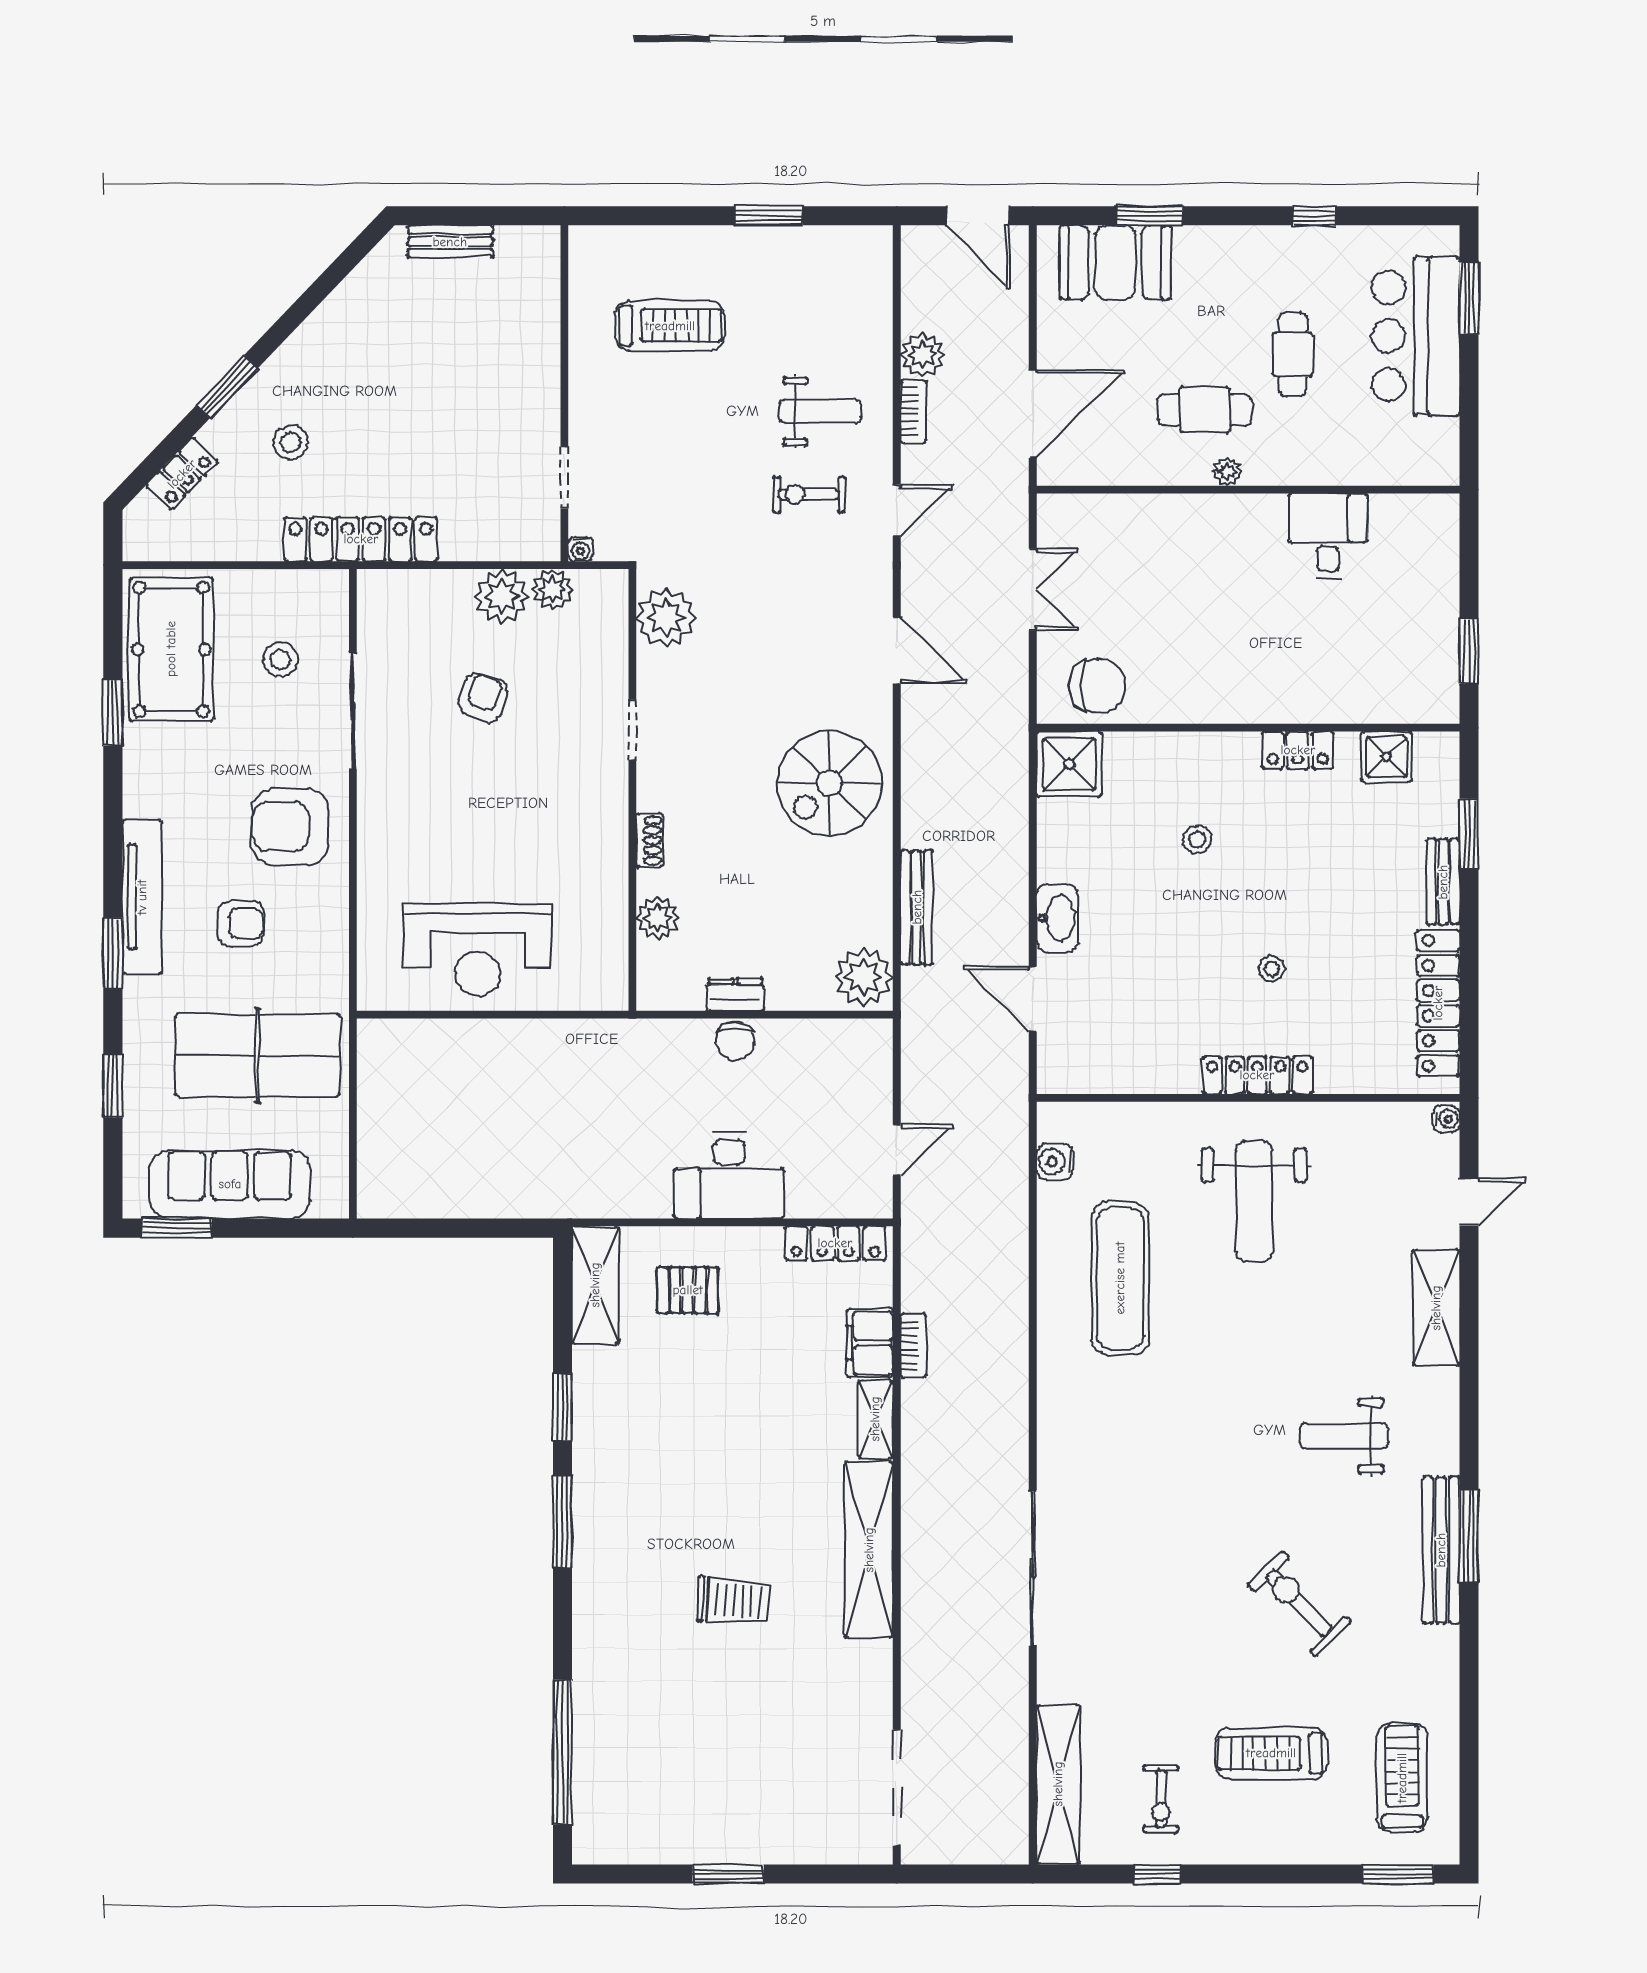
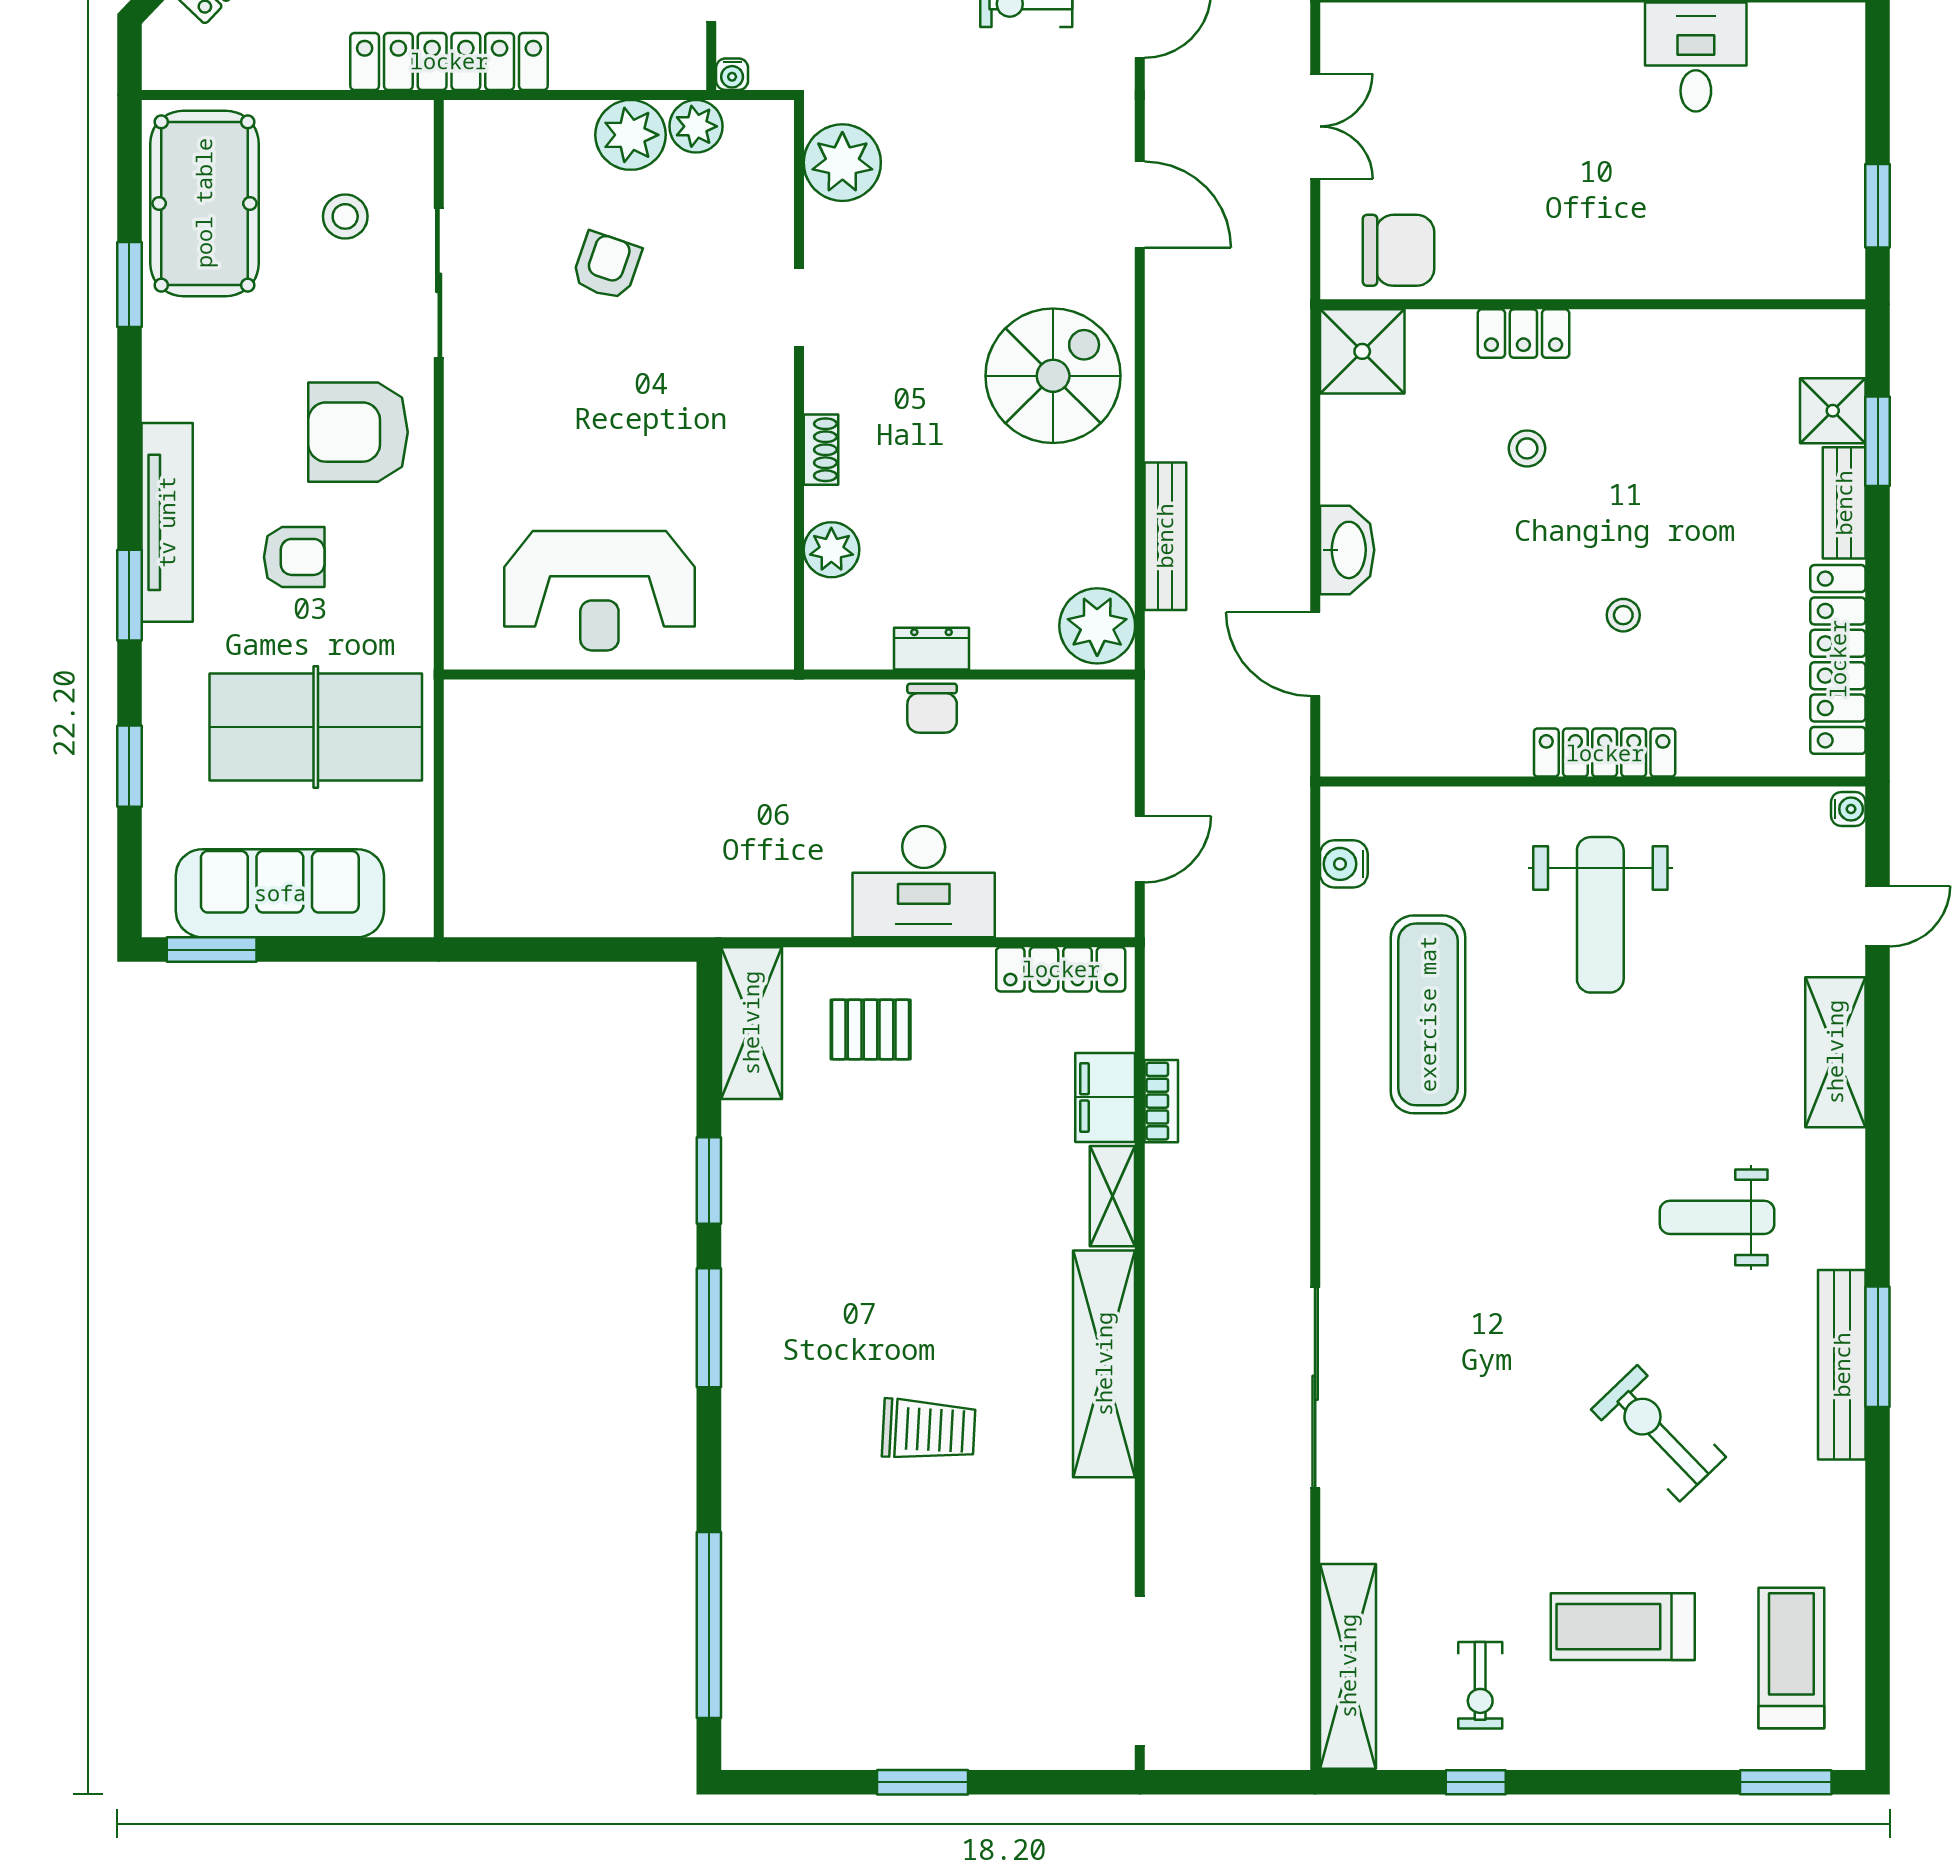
locker: (1298, 750) -> (1523, 334), moved
shower: (1387, 757) -> (1833, 411), moved
spiral stairs: (829, 783) -> (1053, 376), turned 180

